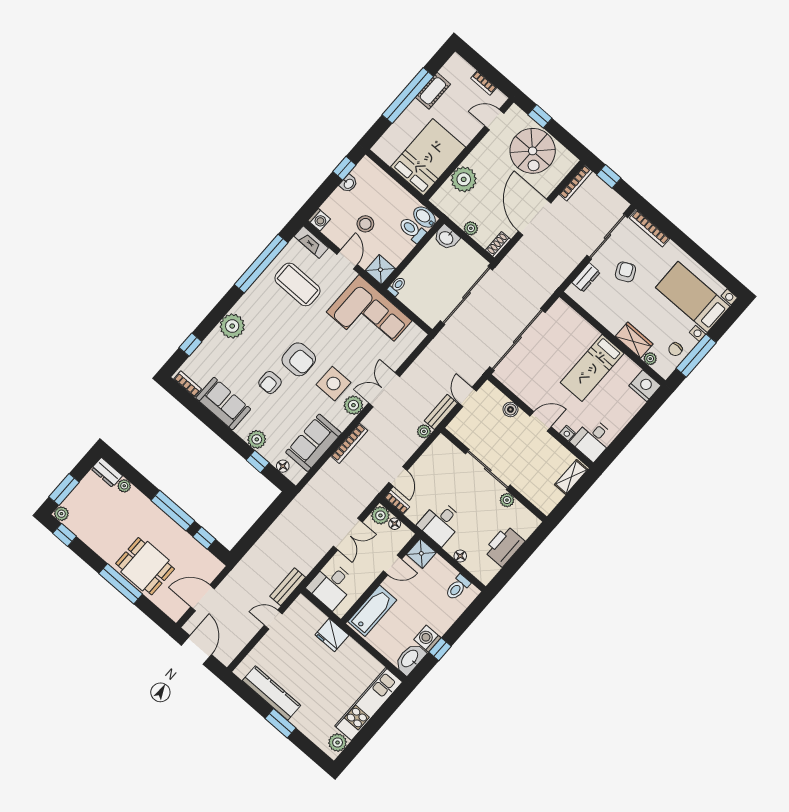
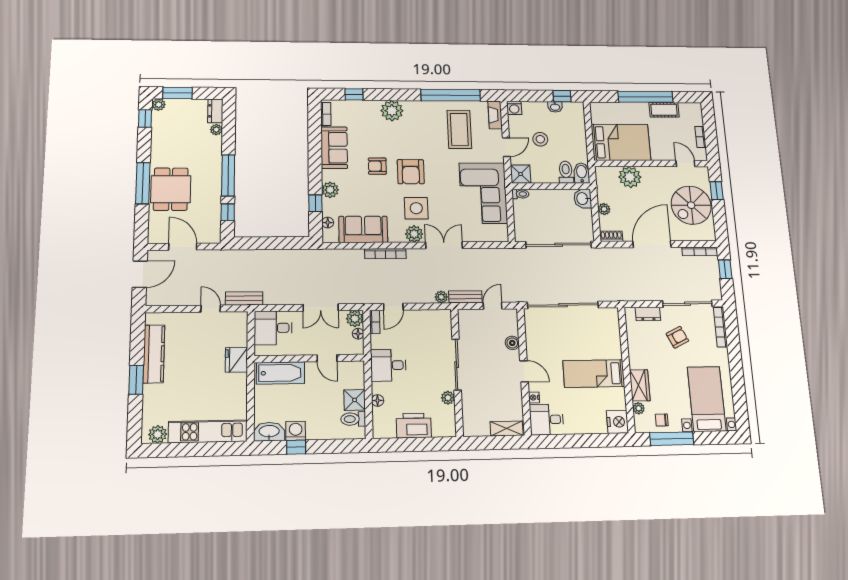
shower: (421, 553) -> (355, 400), moved

